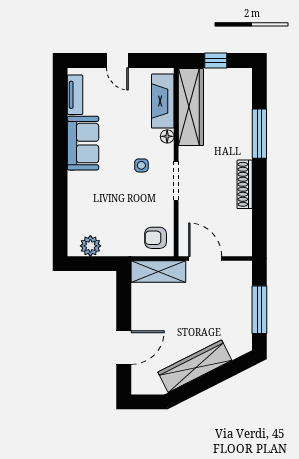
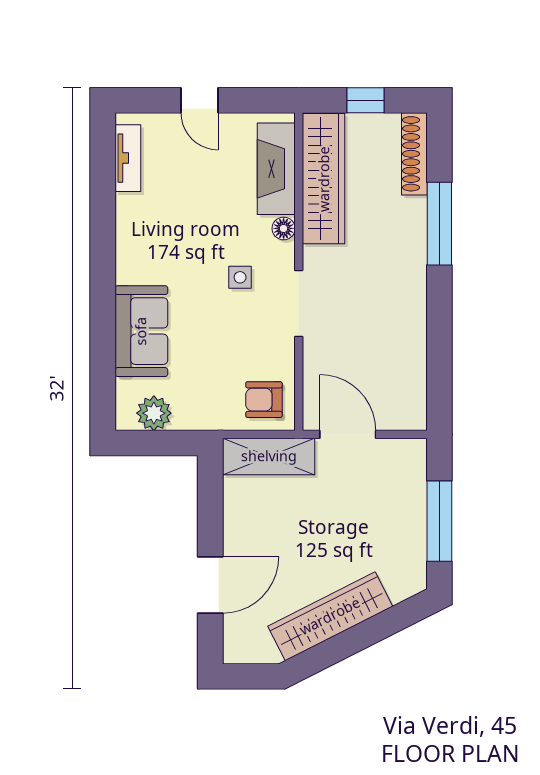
sofa: (83, 143) -> (141, 331), moved
shoe rack: (245, 184) -> (414, 154), moved

